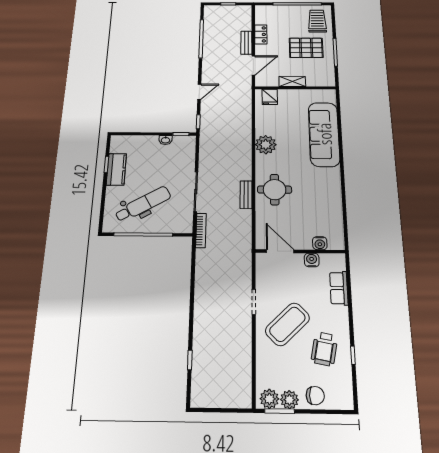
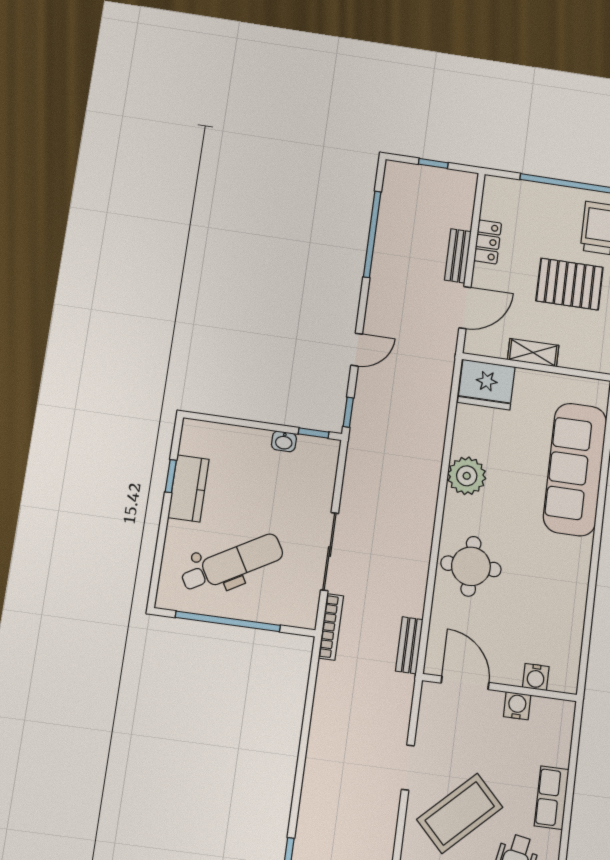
fridge: (270, 97) -> (486, 385), width x1.88, depth x1.34
bench: (246, 195) -> (409, 645), moved
row of seats: (339, 288) -> (552, 798), moved

